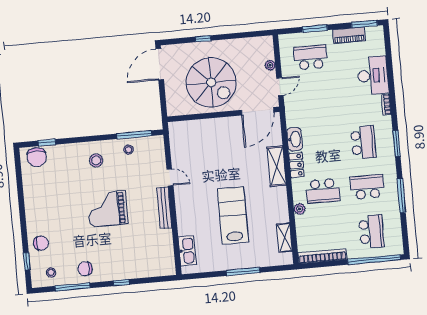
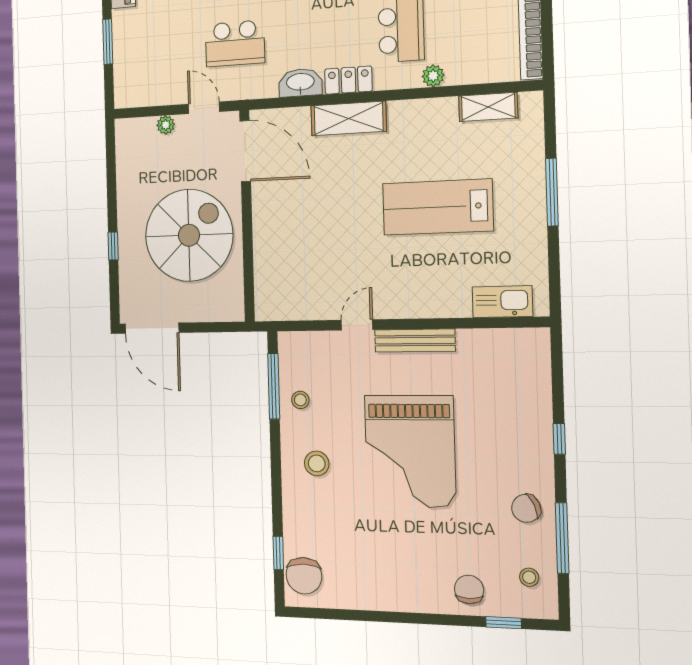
school desk: (311, 57) -> (235, 43), moved, turned -90
chair: (37, 157) -> (304, 576), turned 90
grand piano: (108, 209) -> (410, 451), width x1.37, depth x1.48
chair: (85, 269) -> (526, 508), turned 66

